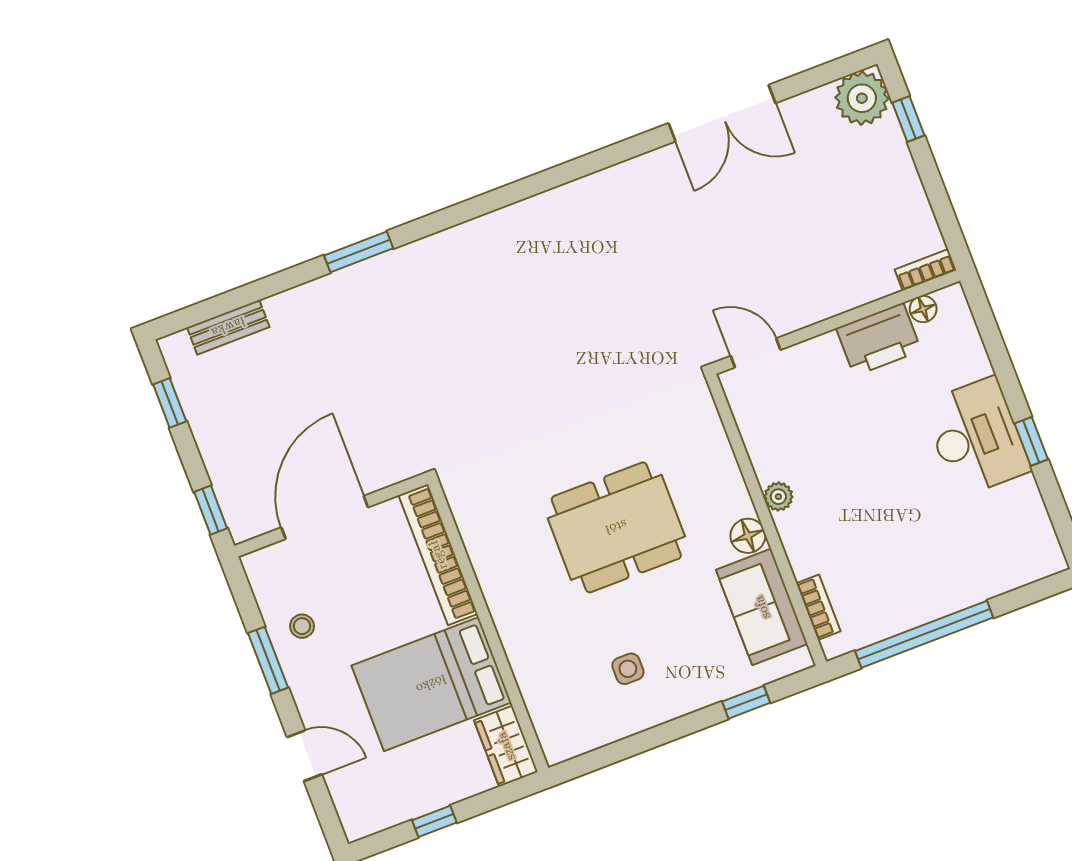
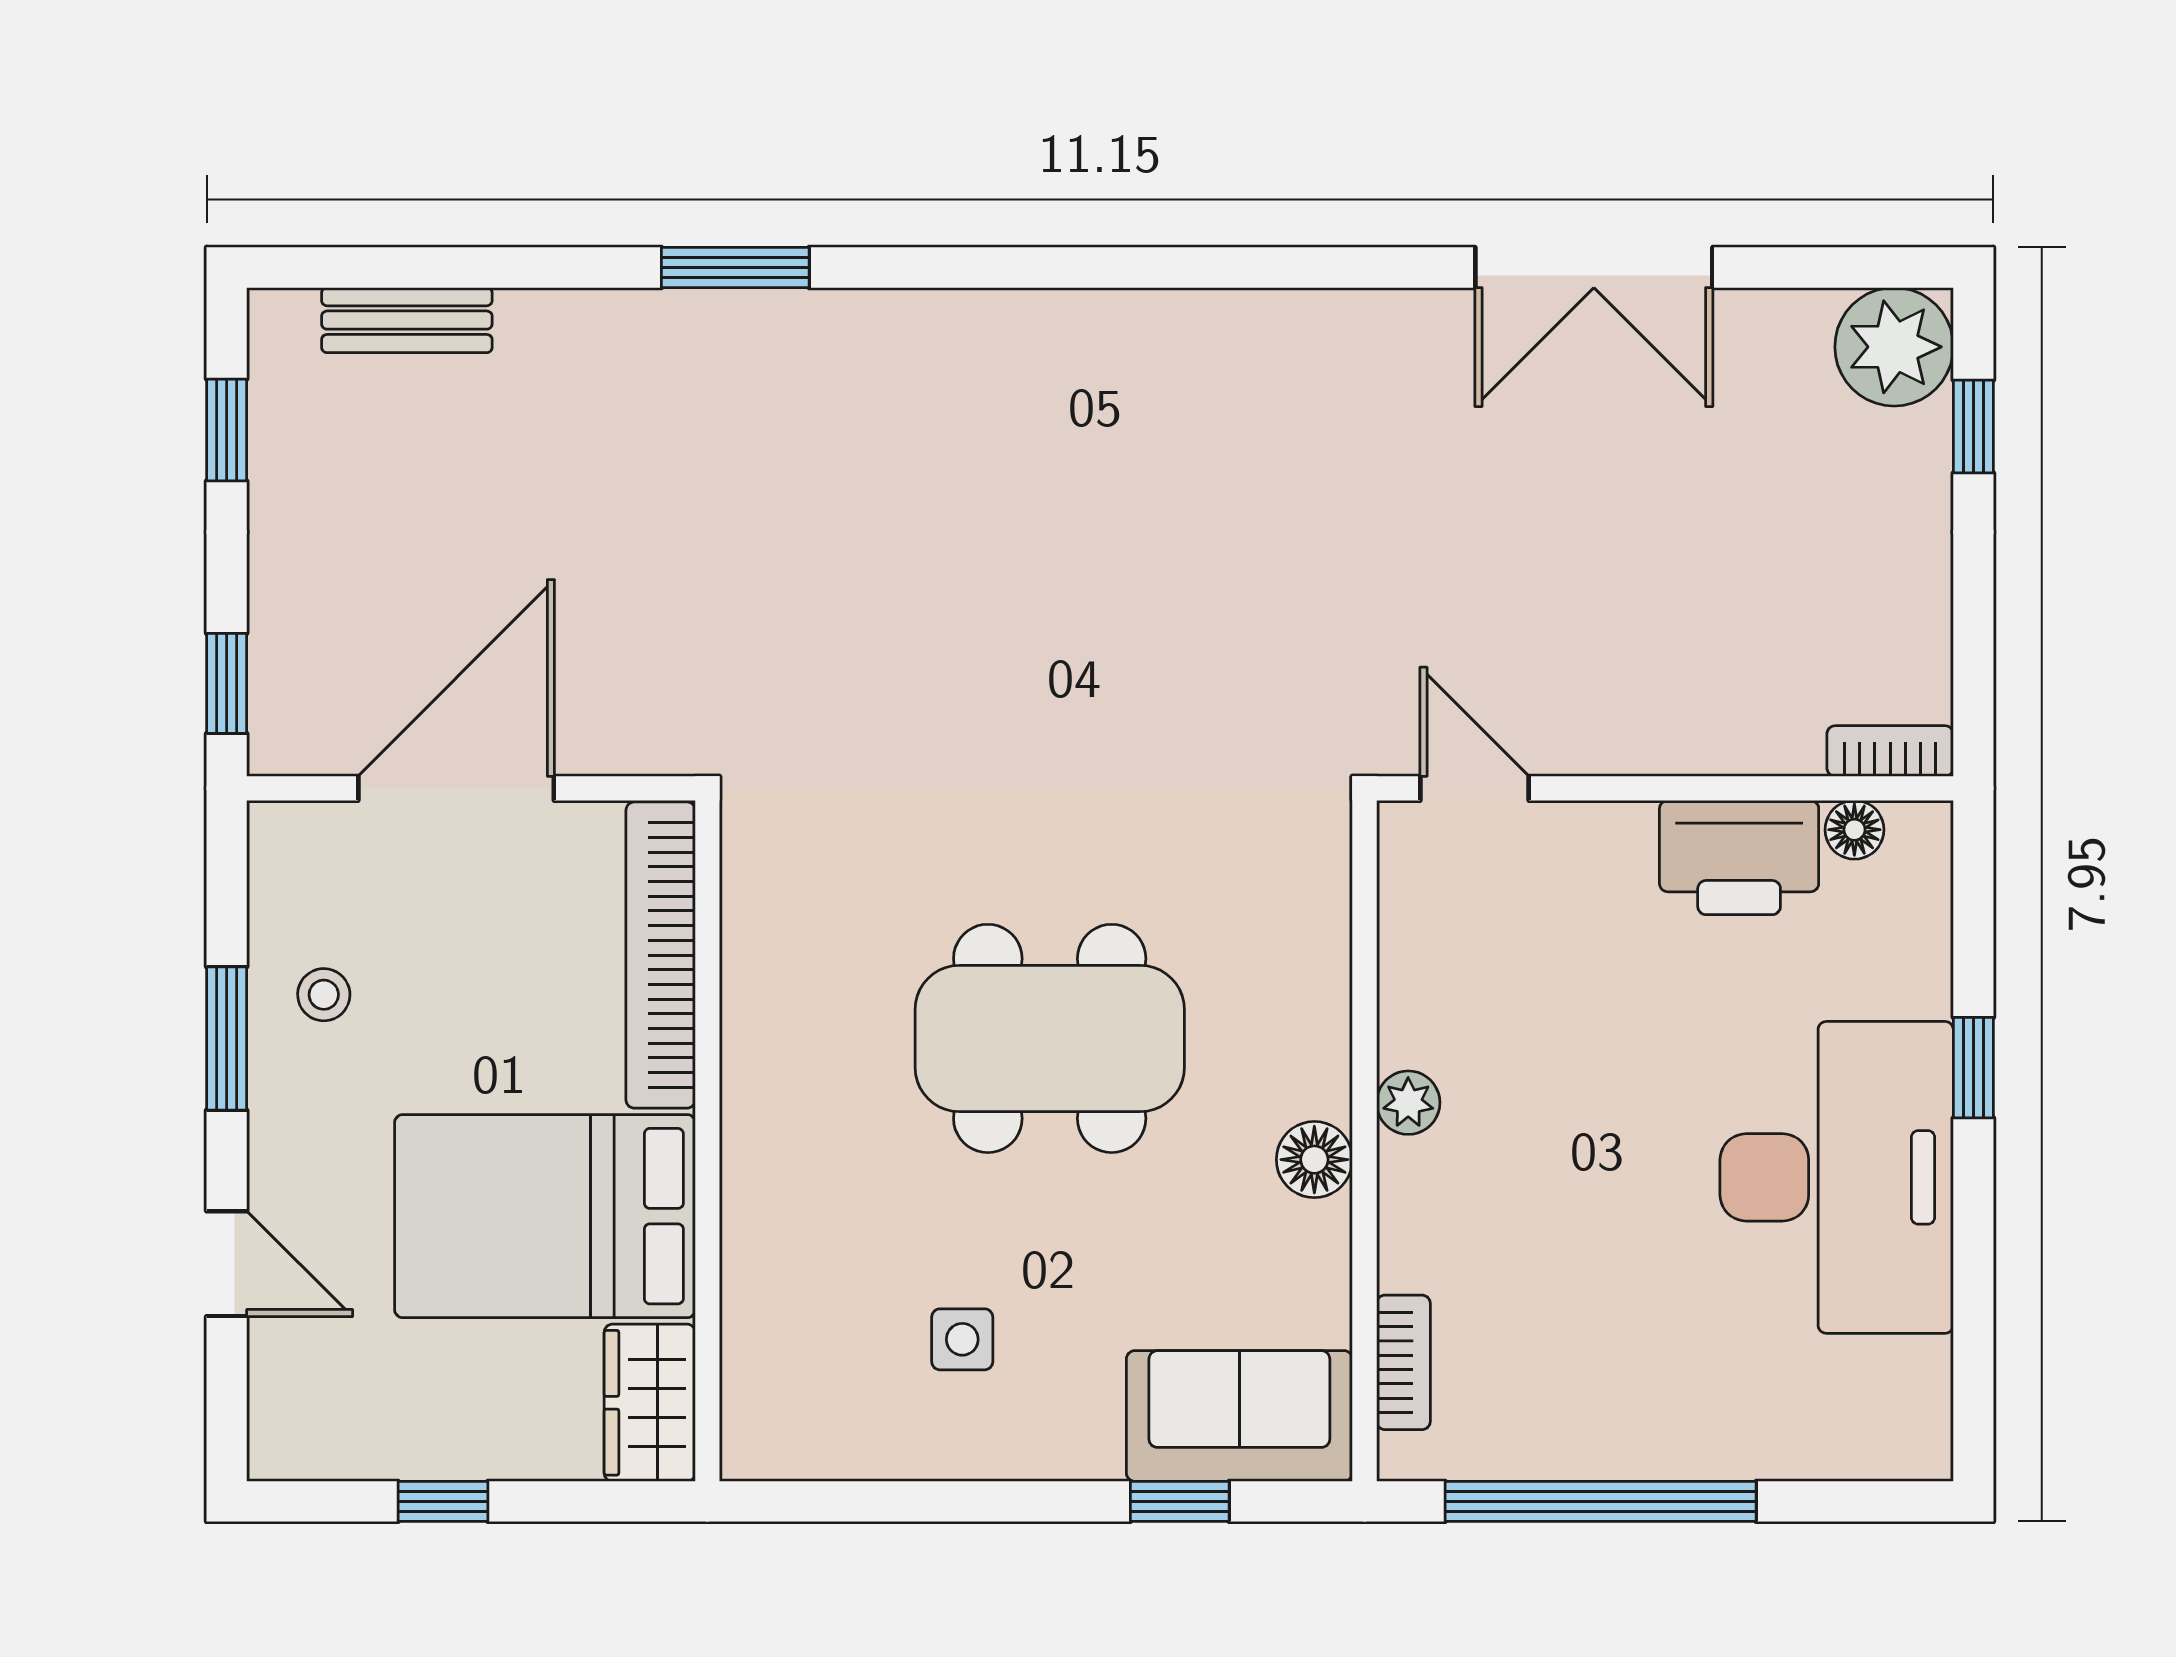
desk: (976, 437) -> (1837, 1177), width x1.36, depth x1.30
window: (1031, 441) -> (1973, 1068), moved
sofa: (762, 607) -> (1239, 1416), moved, turned 90

